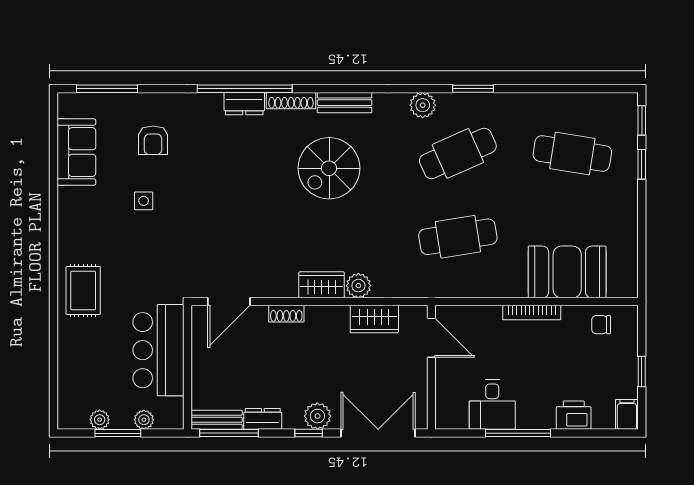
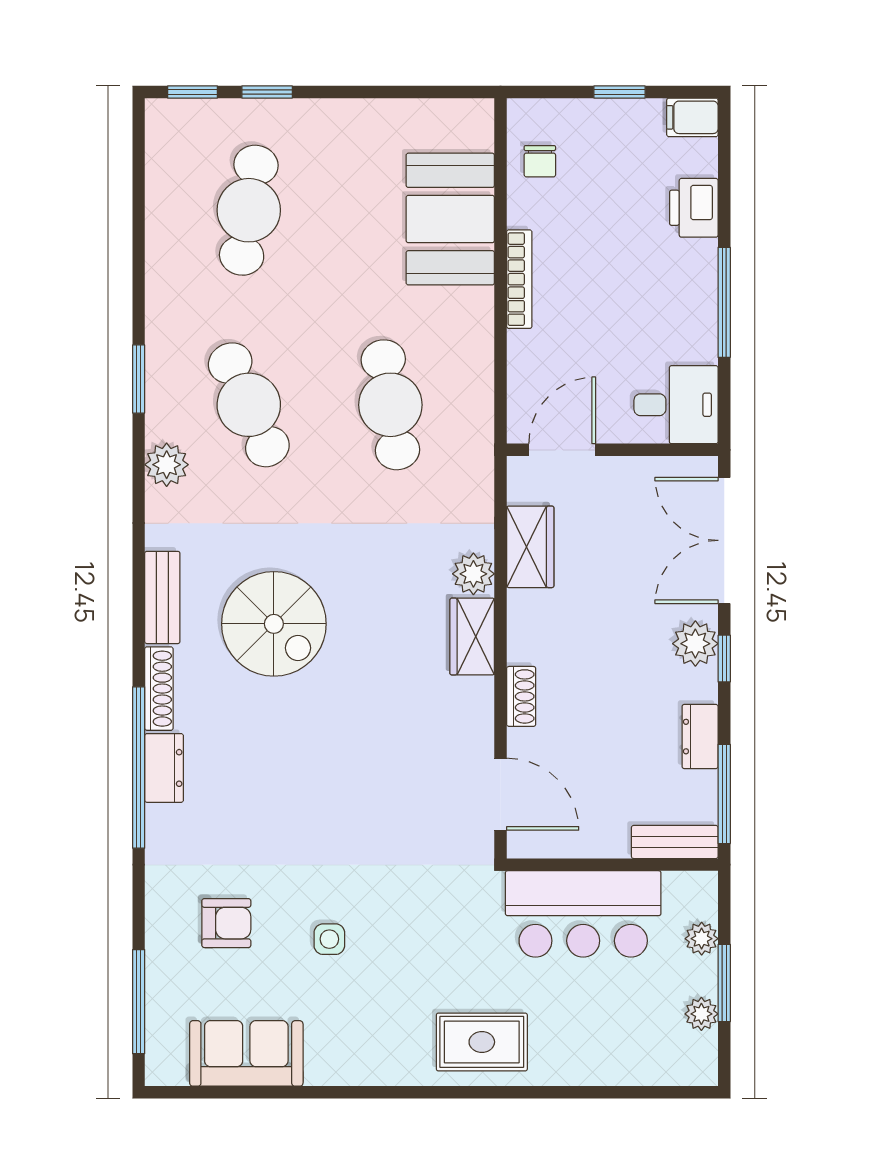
desk: (492, 405) -> (676, 405), moved
bench: (217, 420) -> (675, 842), moved, turned 90

